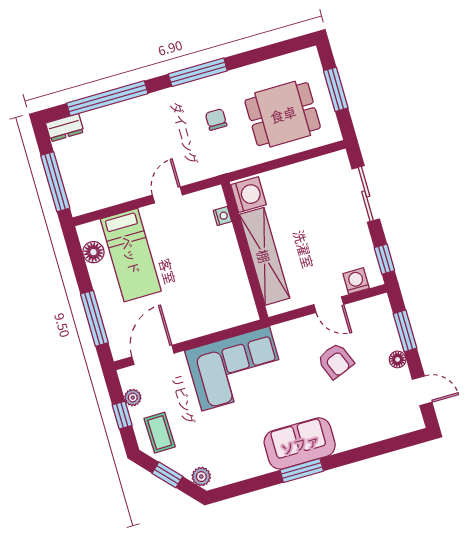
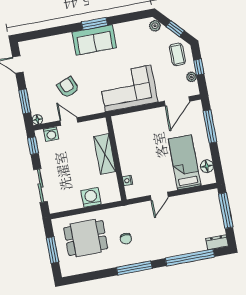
washing machine: (248, 195) -> (91, 197), moved, turned 90
shelving: (264, 256) -> (105, 154), width x0.68
floor lamp: (398, 359) -> (37, 120), moved

